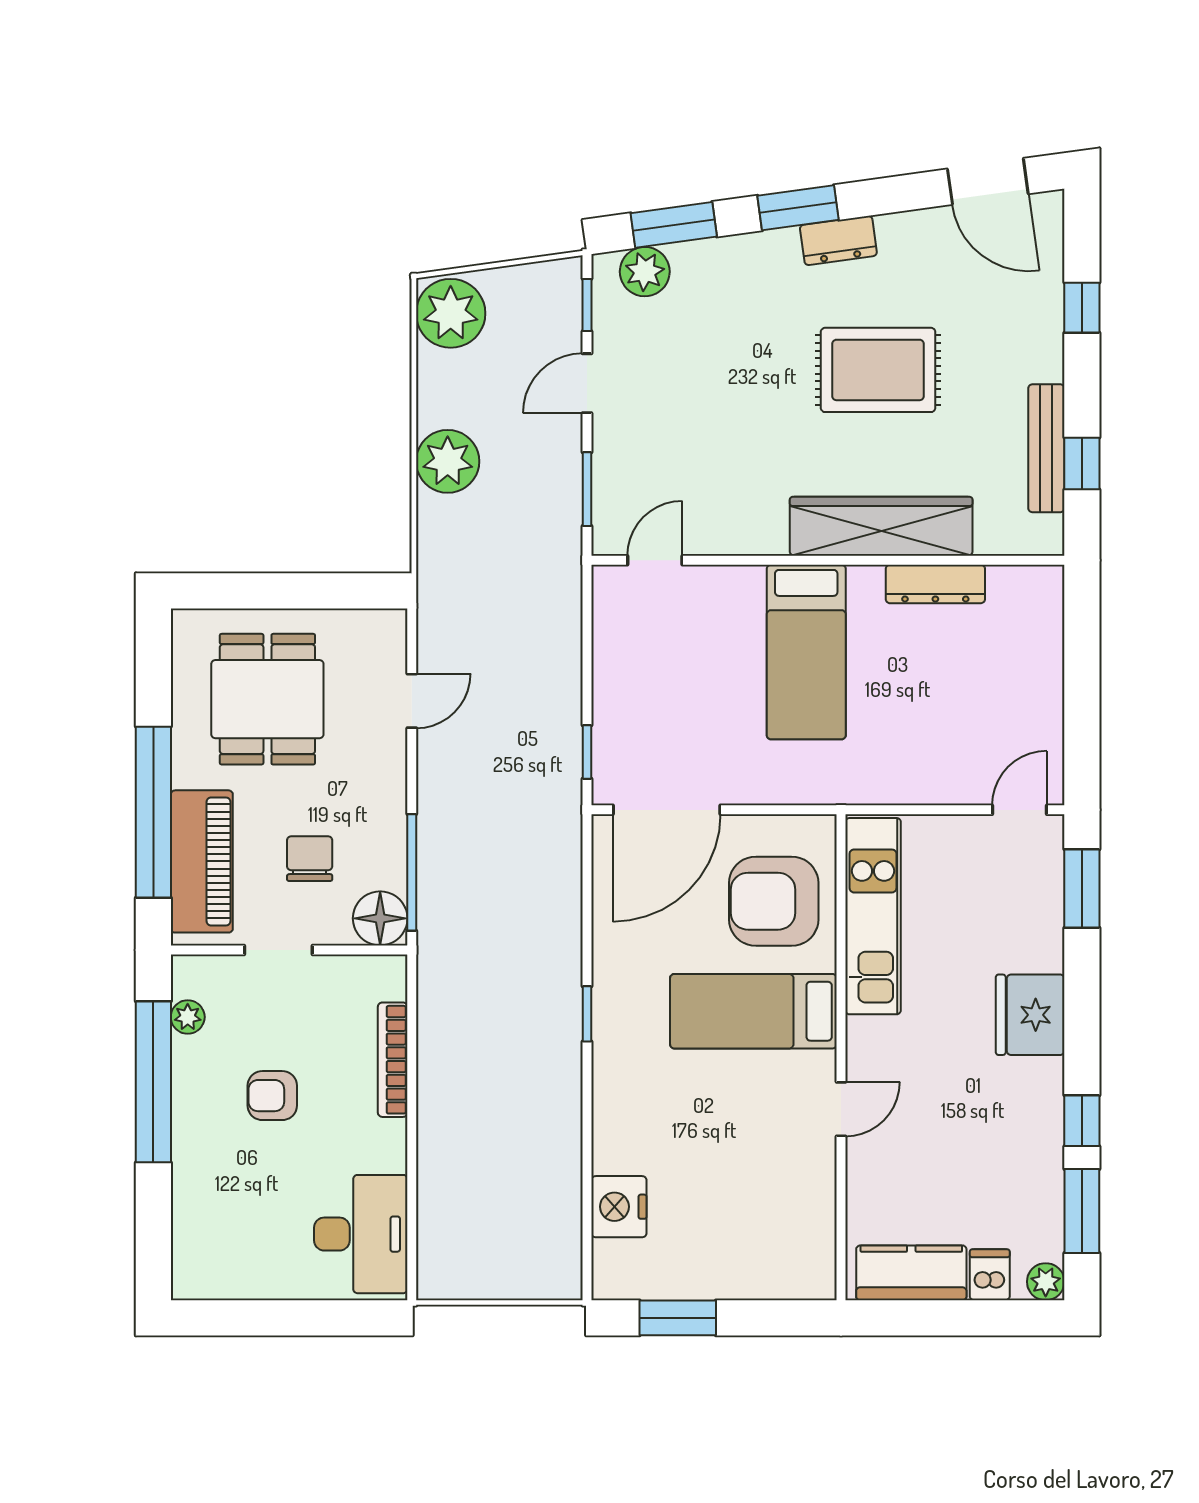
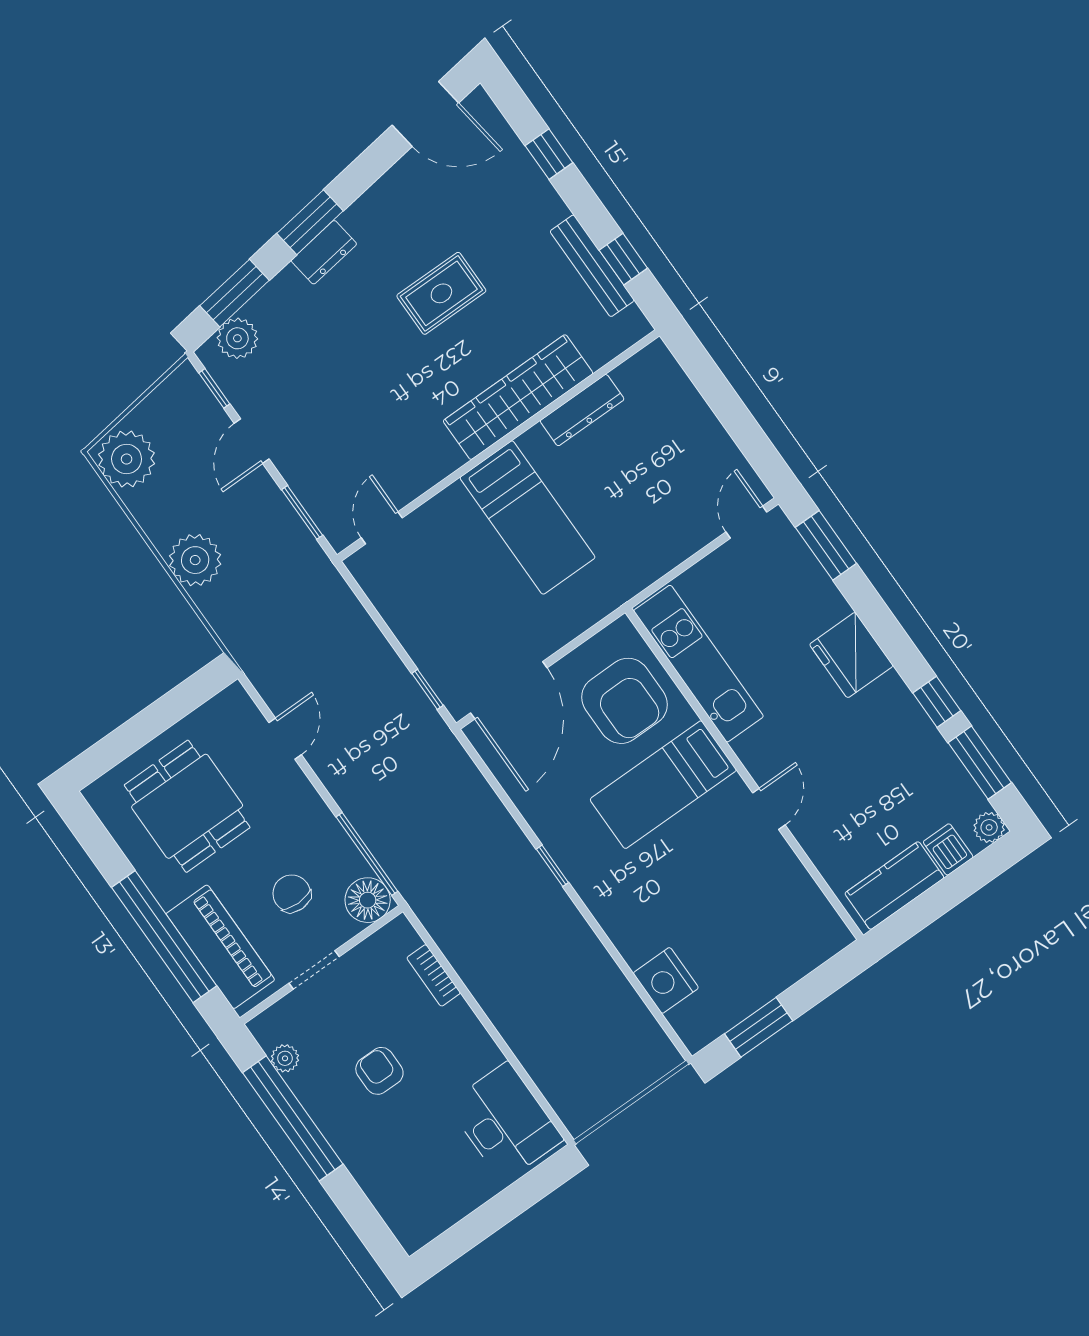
dresser: (838, 240) -> (324, 252), moved
rug: (878, 370) -> (441, 293), width x0.73, depth x0.70
armchair: (774, 901) -> (625, 701), turned -90
bookcase: (393, 1060) -> (434, 975), width x0.64
armchair: (272, 1096) -> (379, 1071), turned 90

